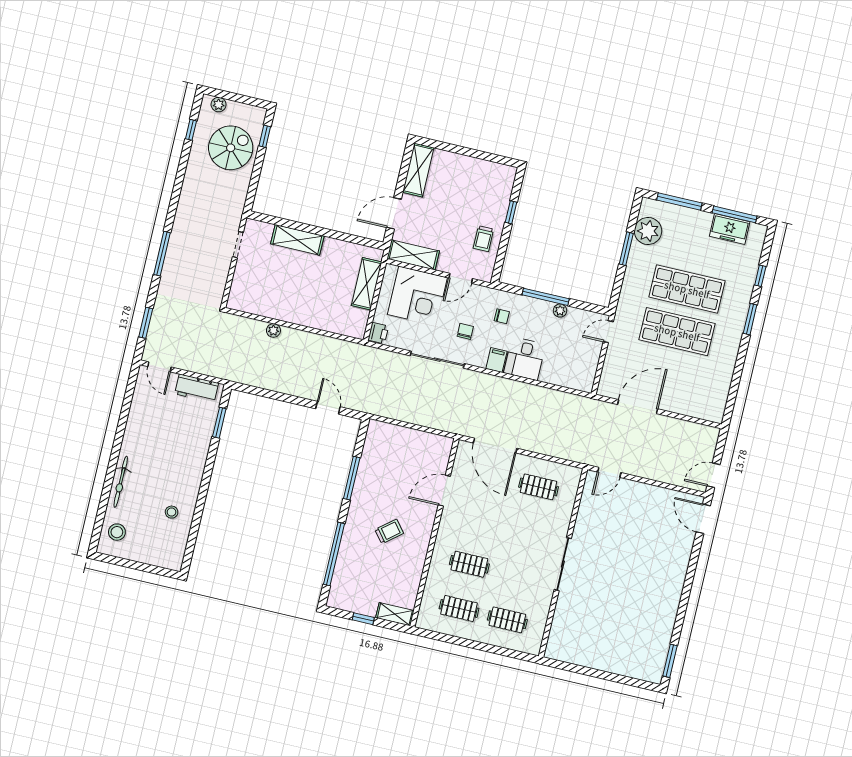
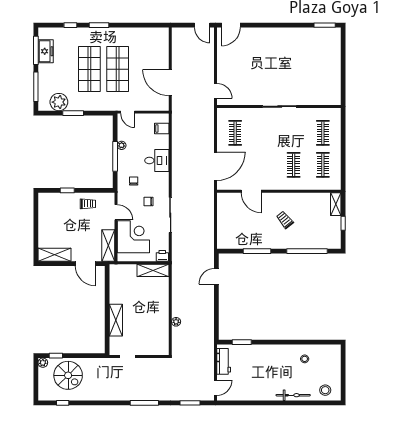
plant: (219, 105) -> (43, 363), moved
spiral stairs: (231, 148) -> (68, 375), turned 180
shelving: (367, 284) -> (153, 270), moved
filing cabinet: (496, 360) -> (162, 128), moved

